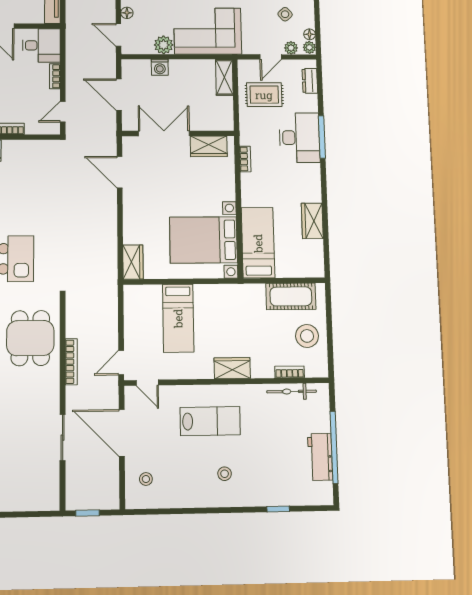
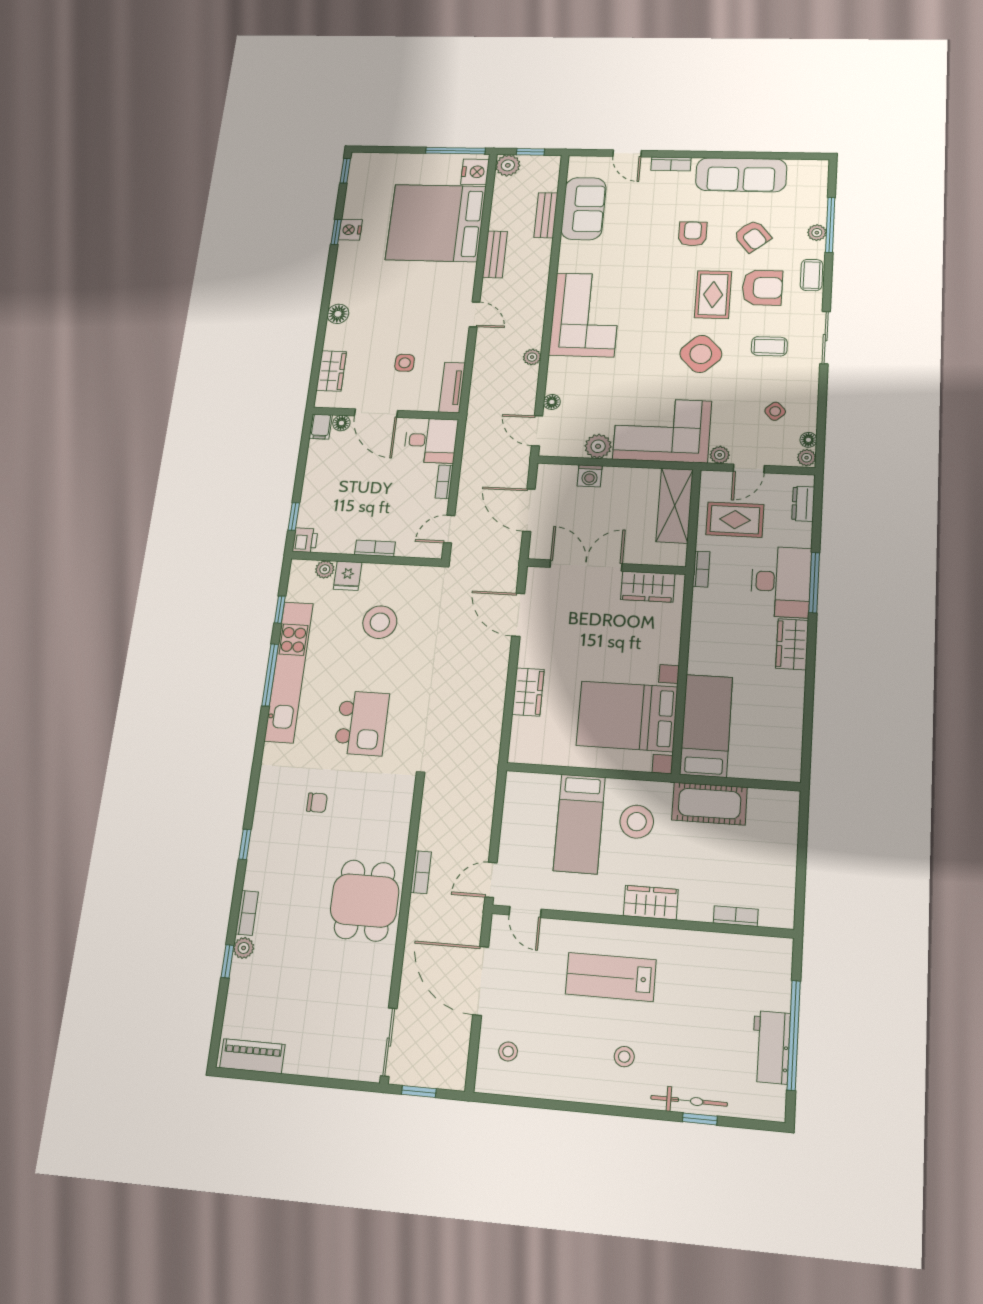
plant: (291, 48) -> (720, 455), moved
shelving: (224, 77) -> (675, 506), width x1.50, depth x1.33
bookcase: (245, 159) -> (701, 569), moved
stool: (20, 184) -> (380, 622), added
wardrobe: (312, 221) -> (792, 644), moved
wardrobe: (133, 262) -> (528, 692), moved
cot: (291, 296) -> (709, 804), moved
stool: (307, 336) -> (637, 822), moved
dining table: (30, 338) -> (365, 900), moved
bookcase: (71, 362) -> (421, 872), width x0.64
bicycle: (292, 391) -> (689, 1101), moved, turned 180
lab bench: (210, 421) -> (611, 977), turned 180
sliding door: (63, 438) -> (389, 1042), moved

